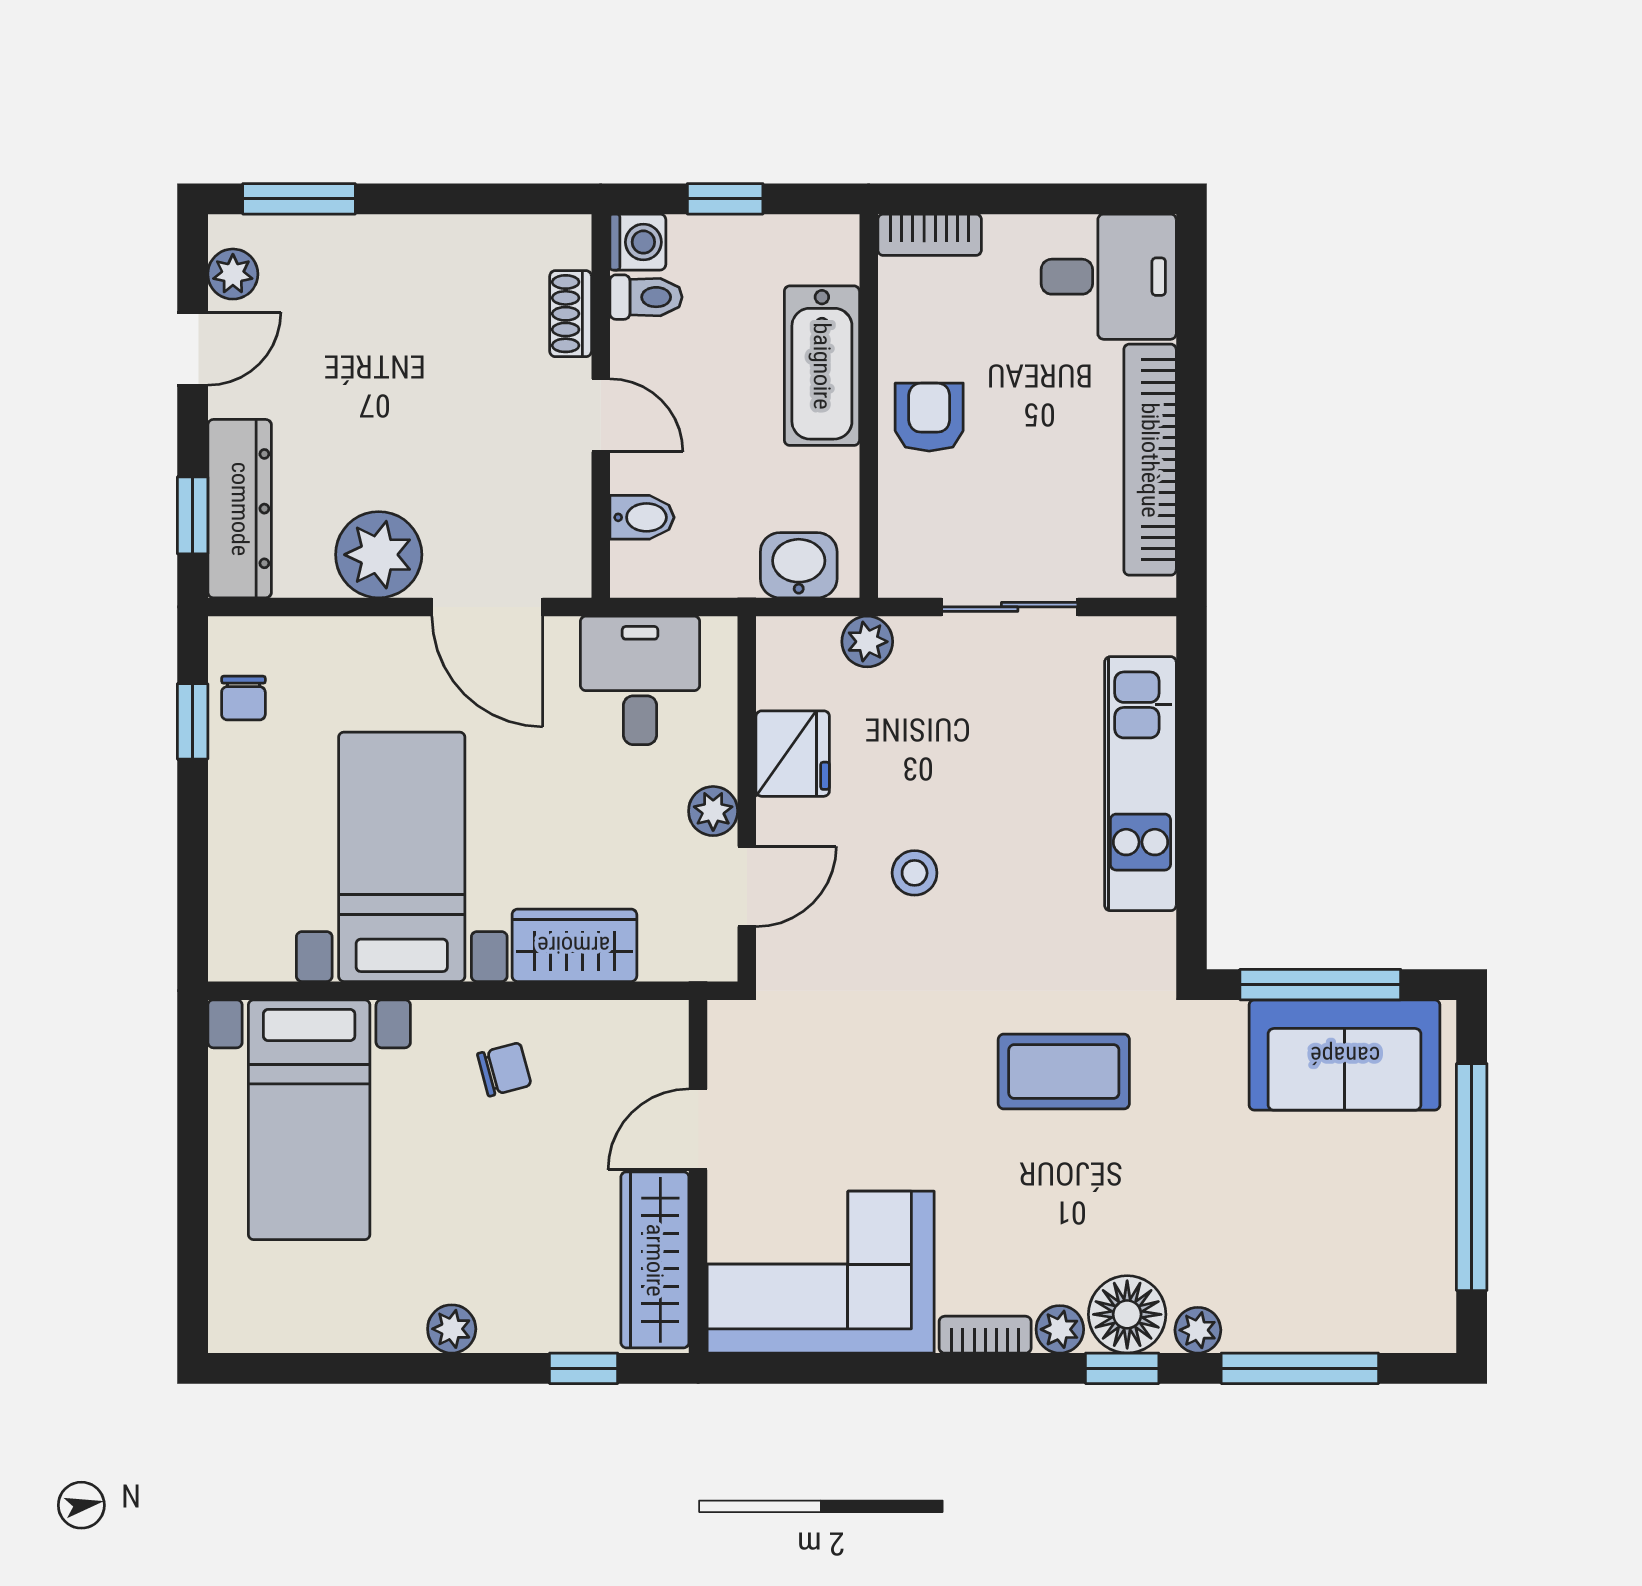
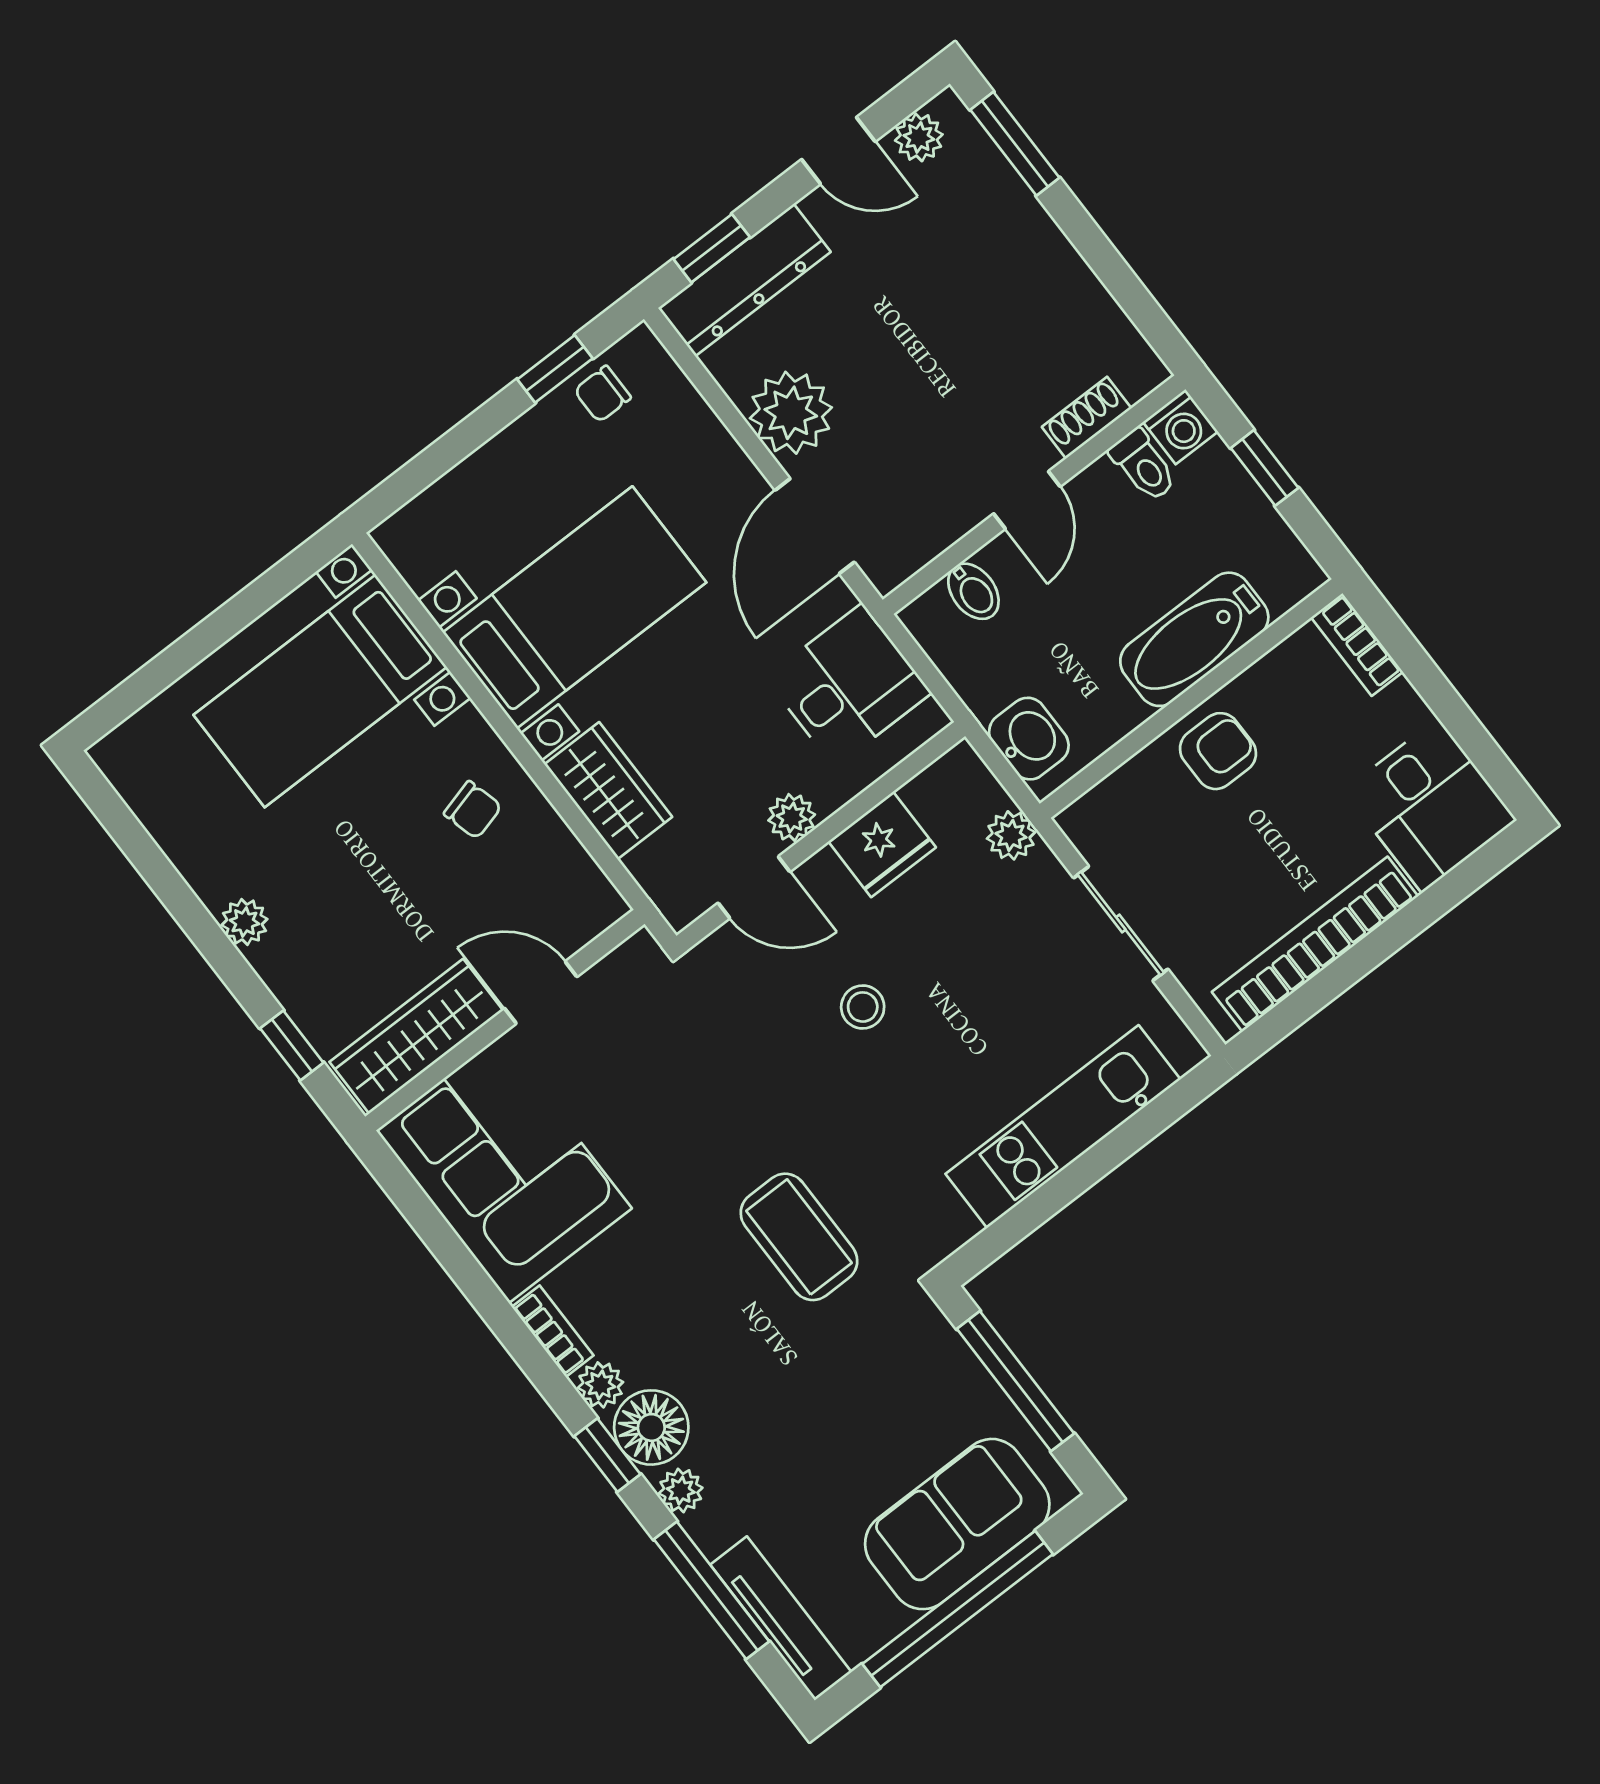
sofa: (1345, 1055) -> (957, 1524), moved, turned 90
tv unit: (1367, 1329) -> (781, 1618), added

